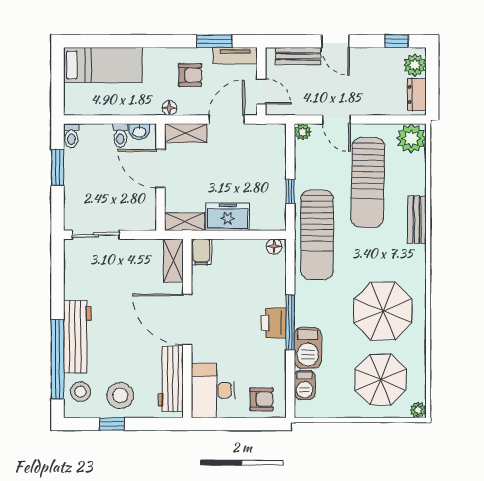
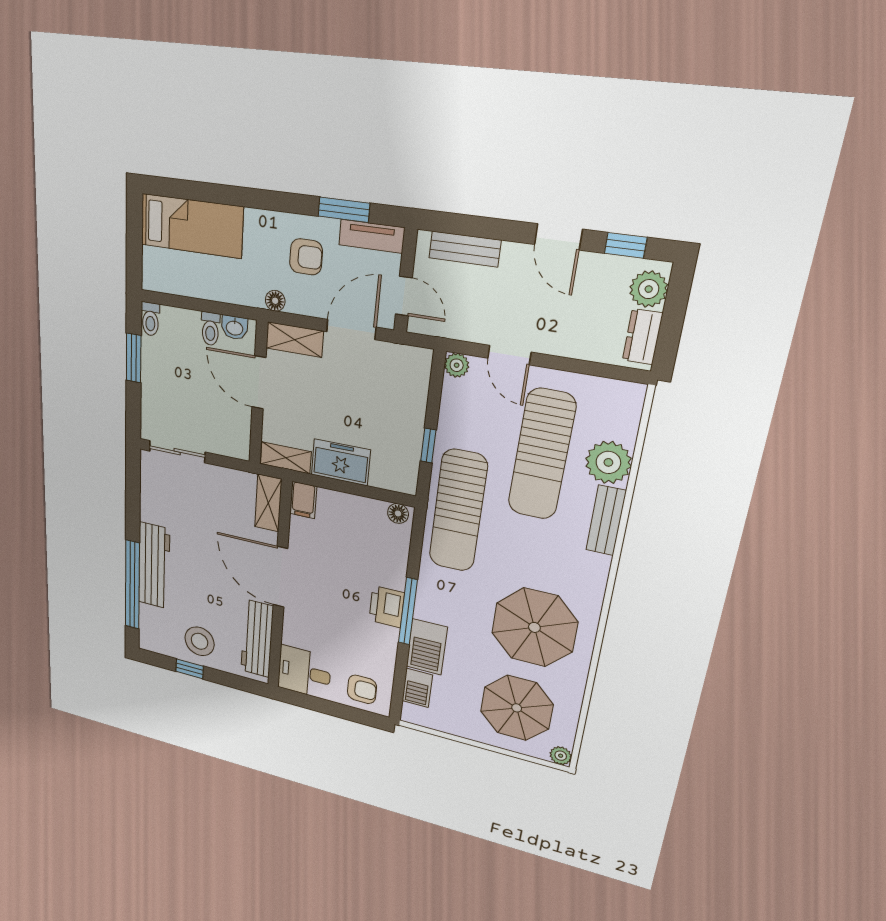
door: (335, 41) -> (558, 237), moved
plant: (411, 138) -> (608, 462), moved
desk: (213, 390) -> (304, 672), width x0.73
stool: (81, 392) -> (157, 626), removed

